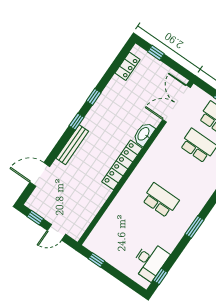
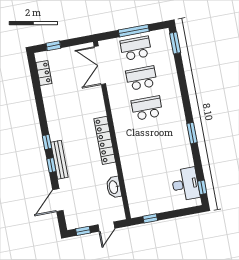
window: (94, 97) -> (51, 165), moved
washbasin: (144, 134) -> (114, 187), moved
school desk: (160, 200) -> (147, 108), moved

